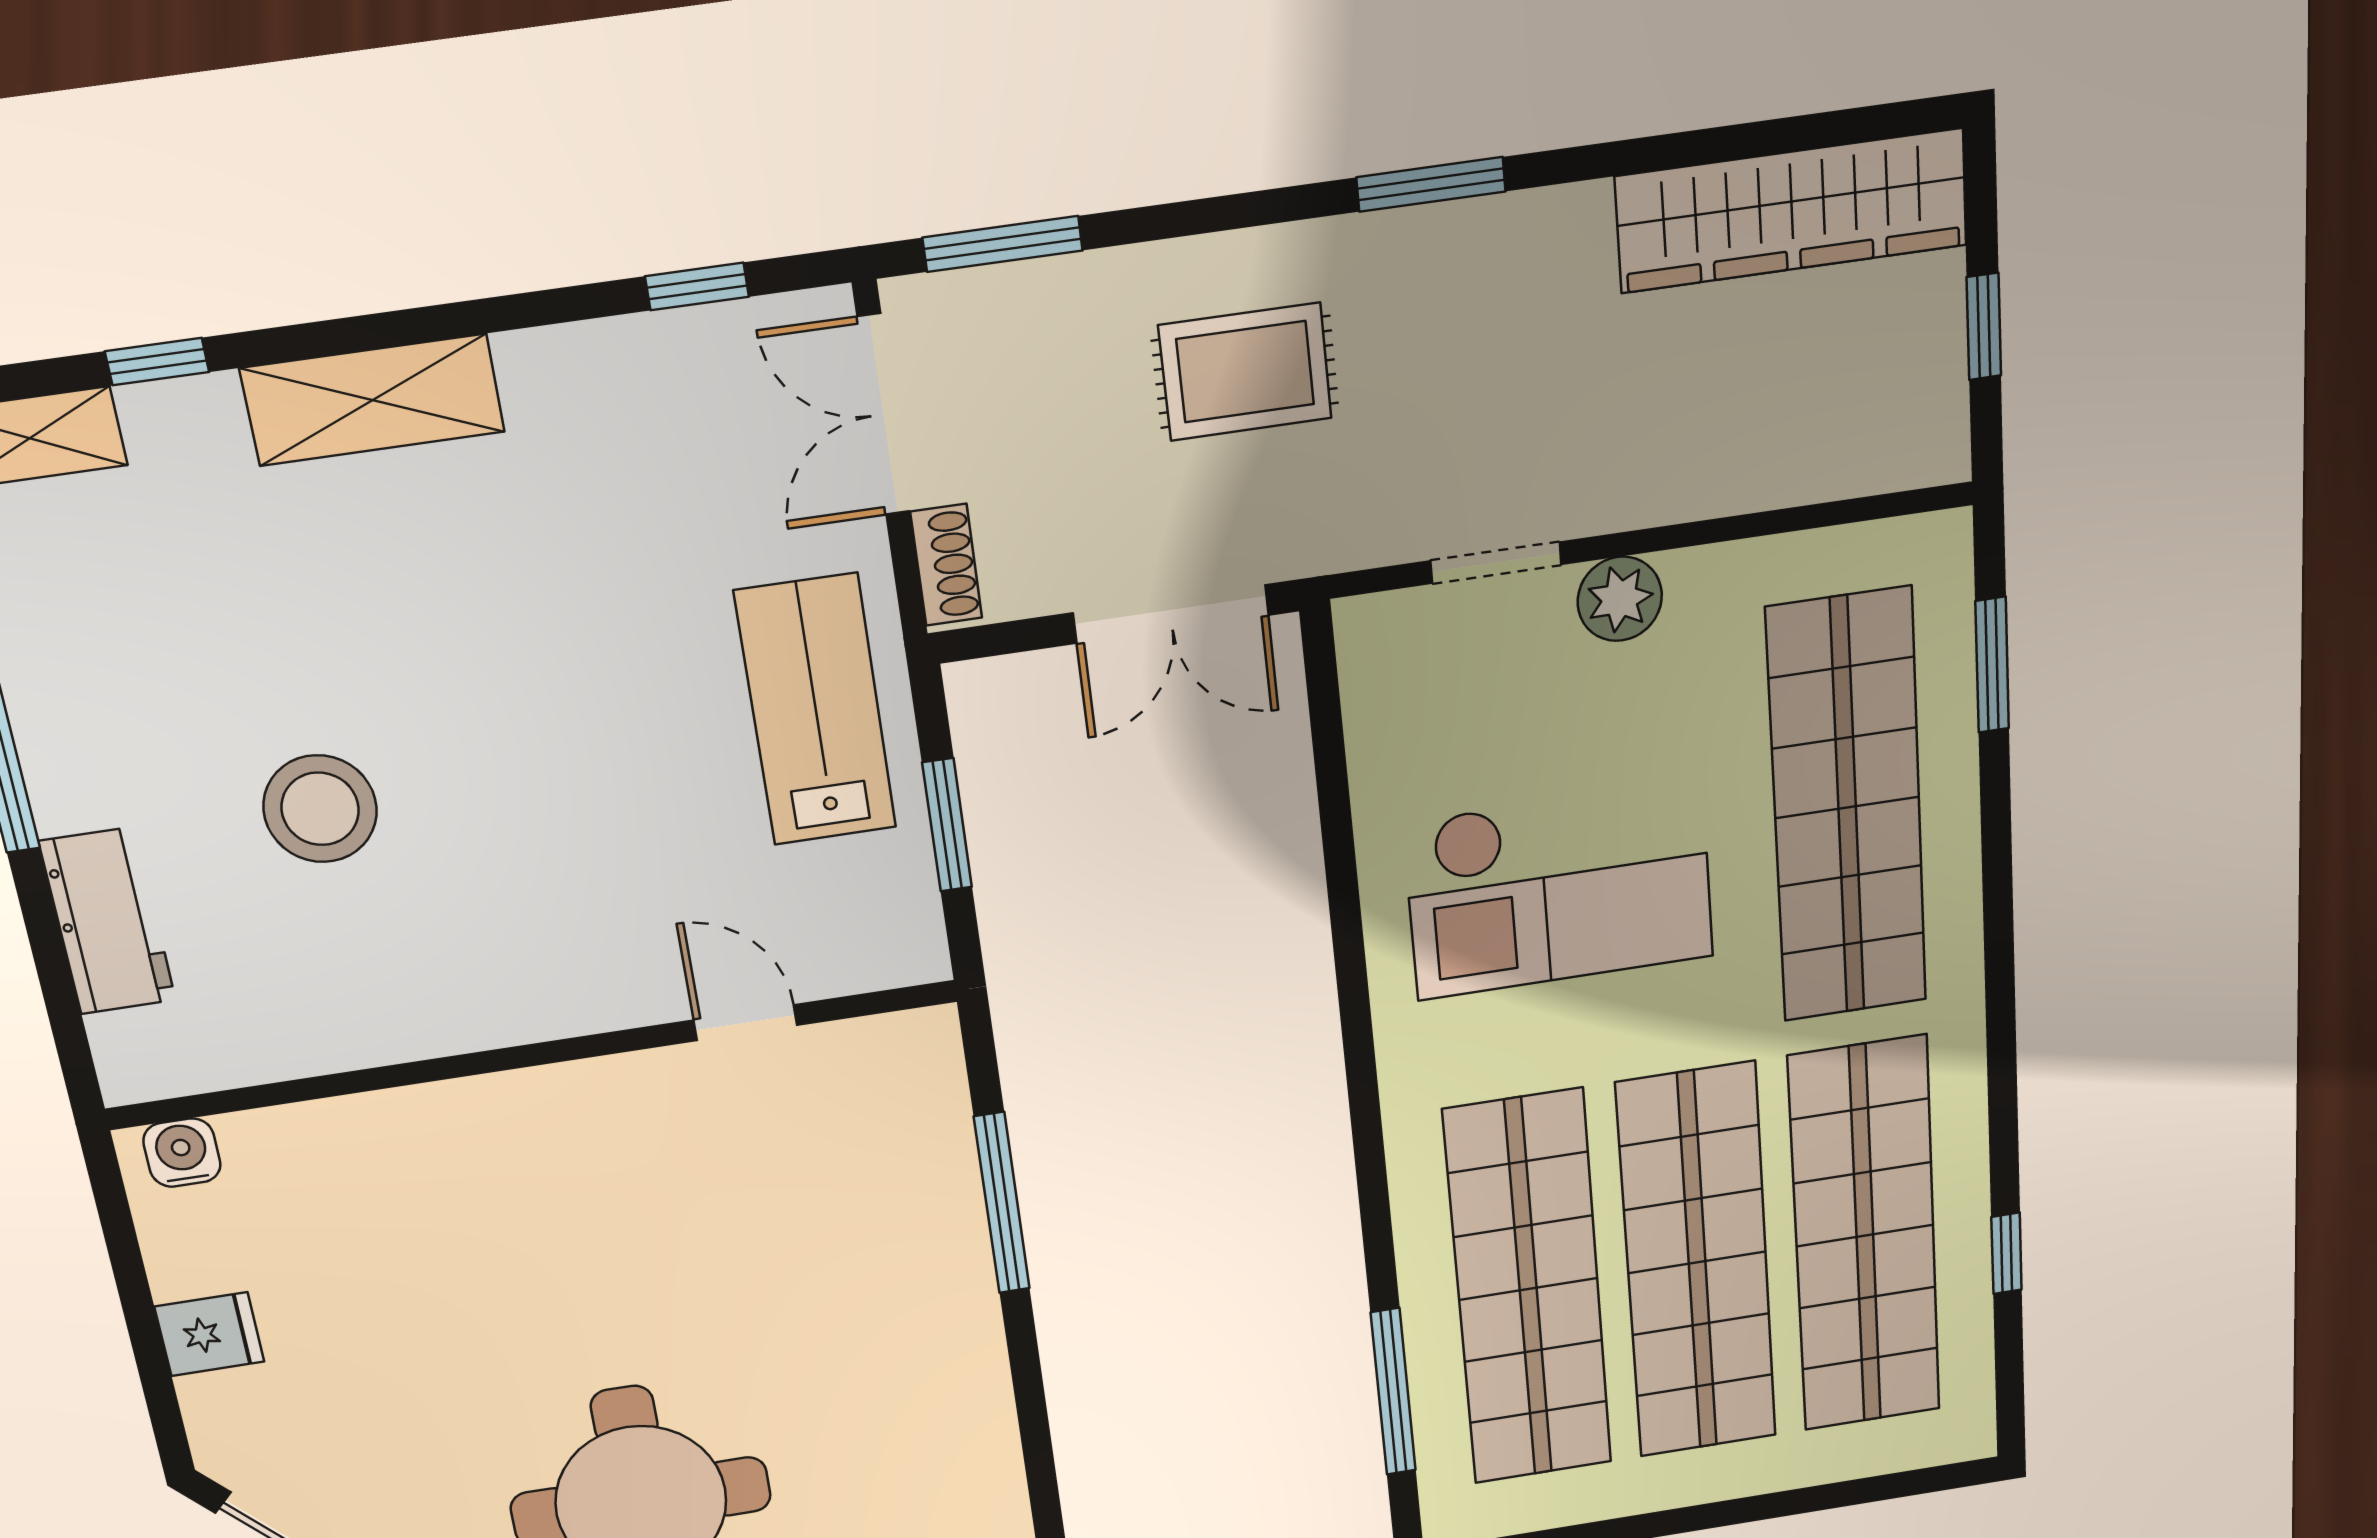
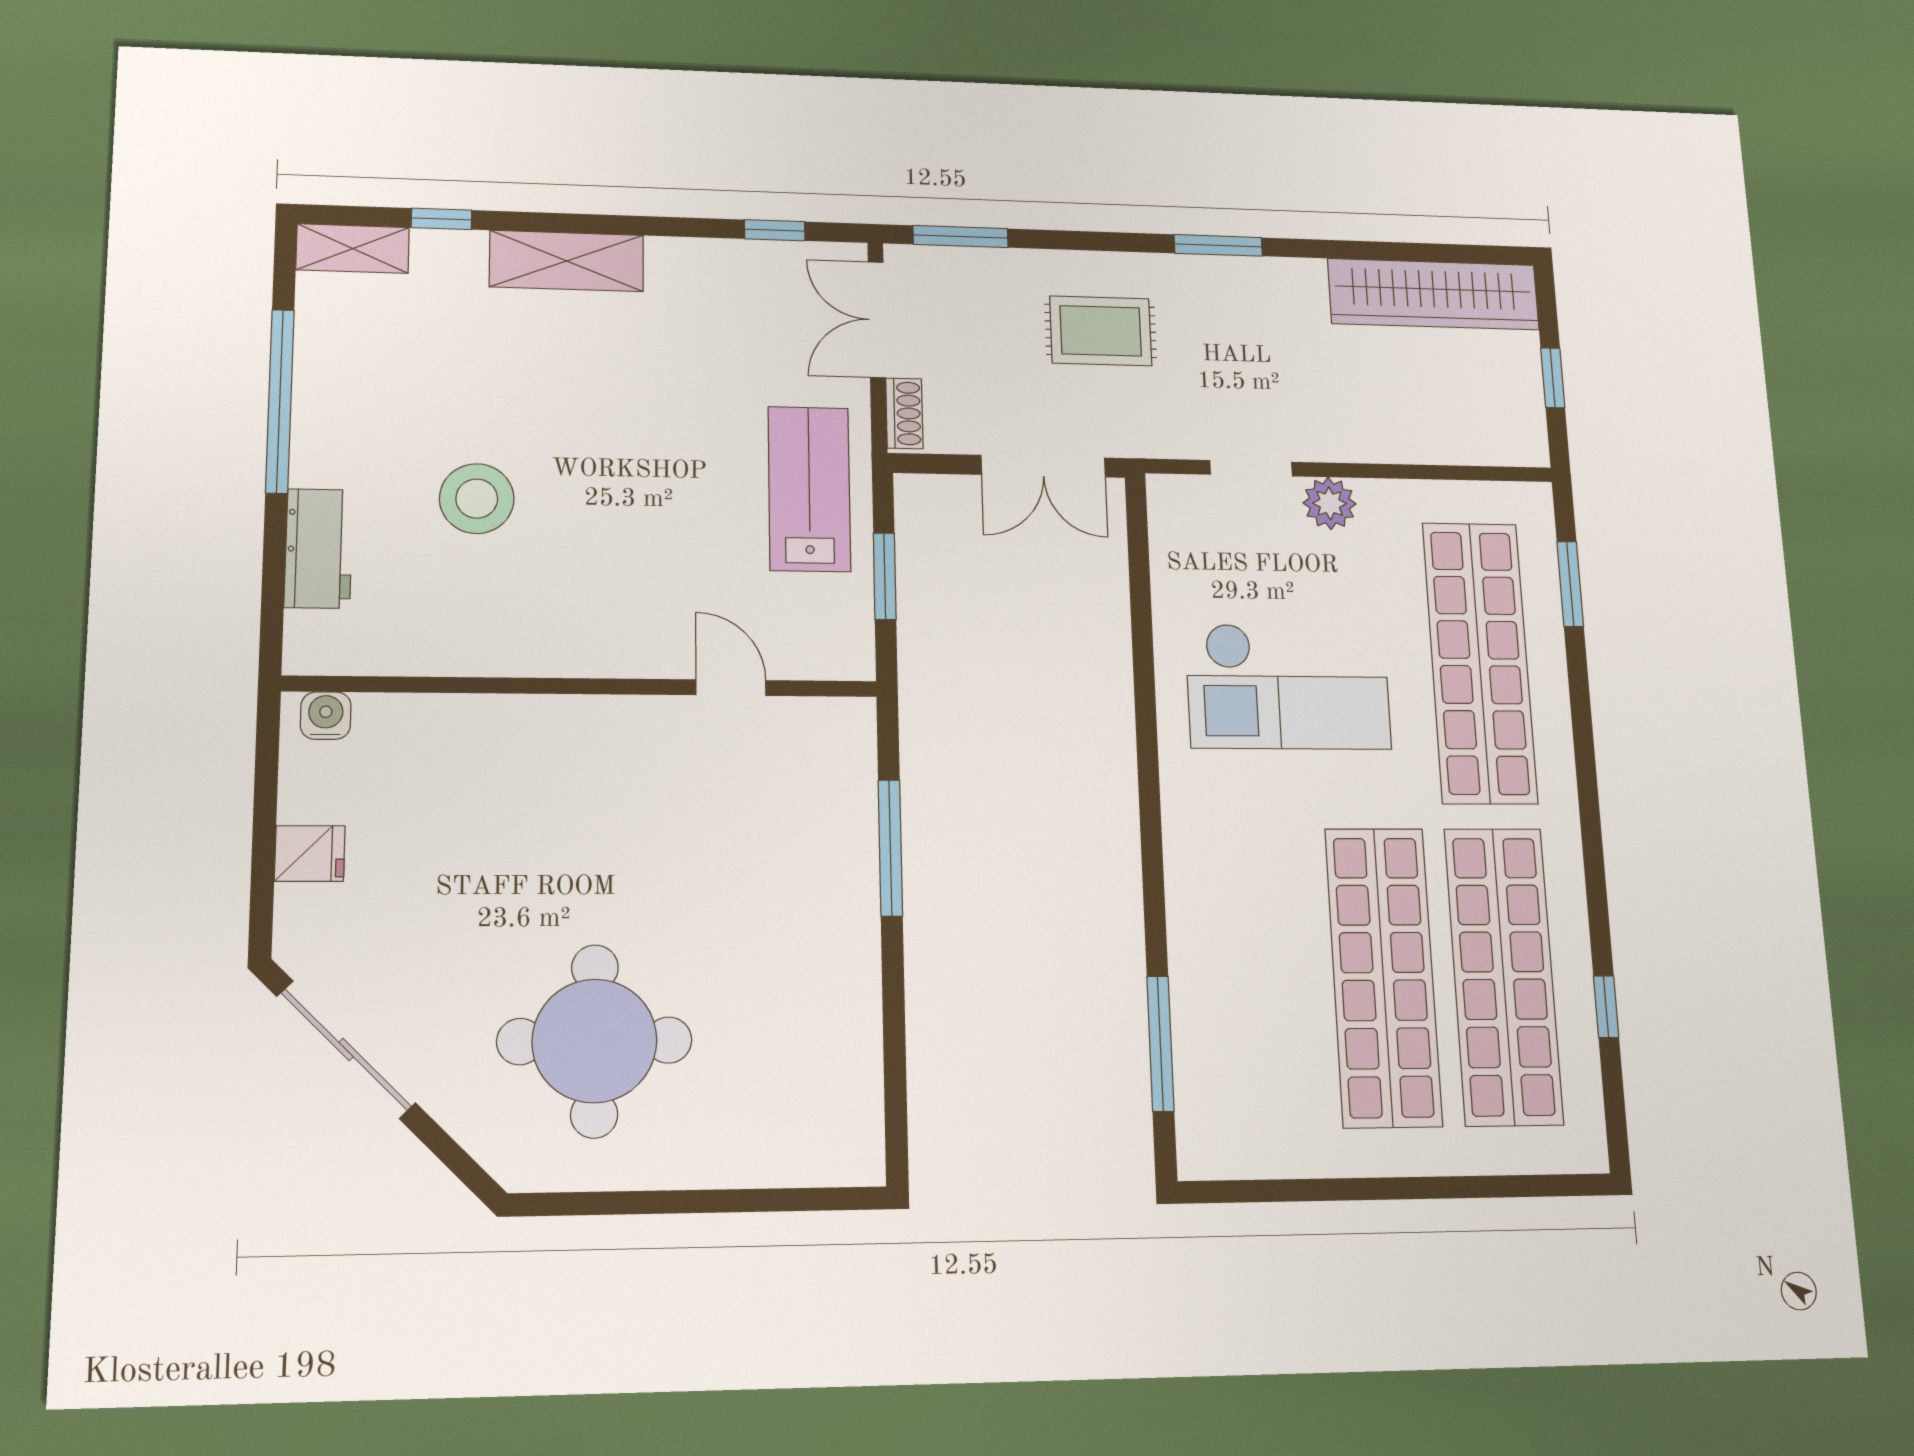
shop shelf: (1528, 1289) -> (1261, 977), removed

